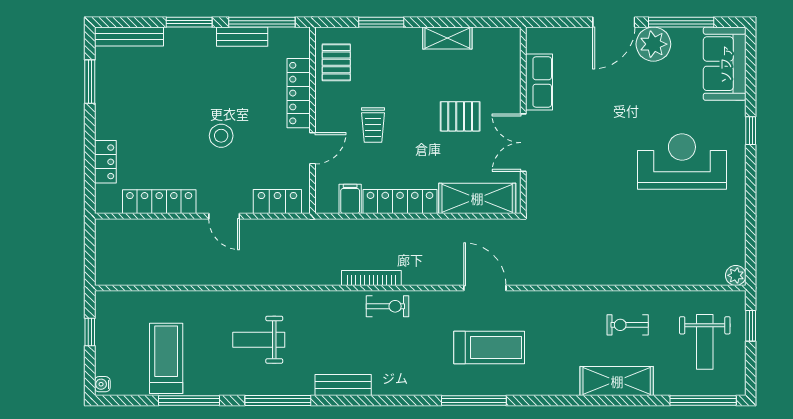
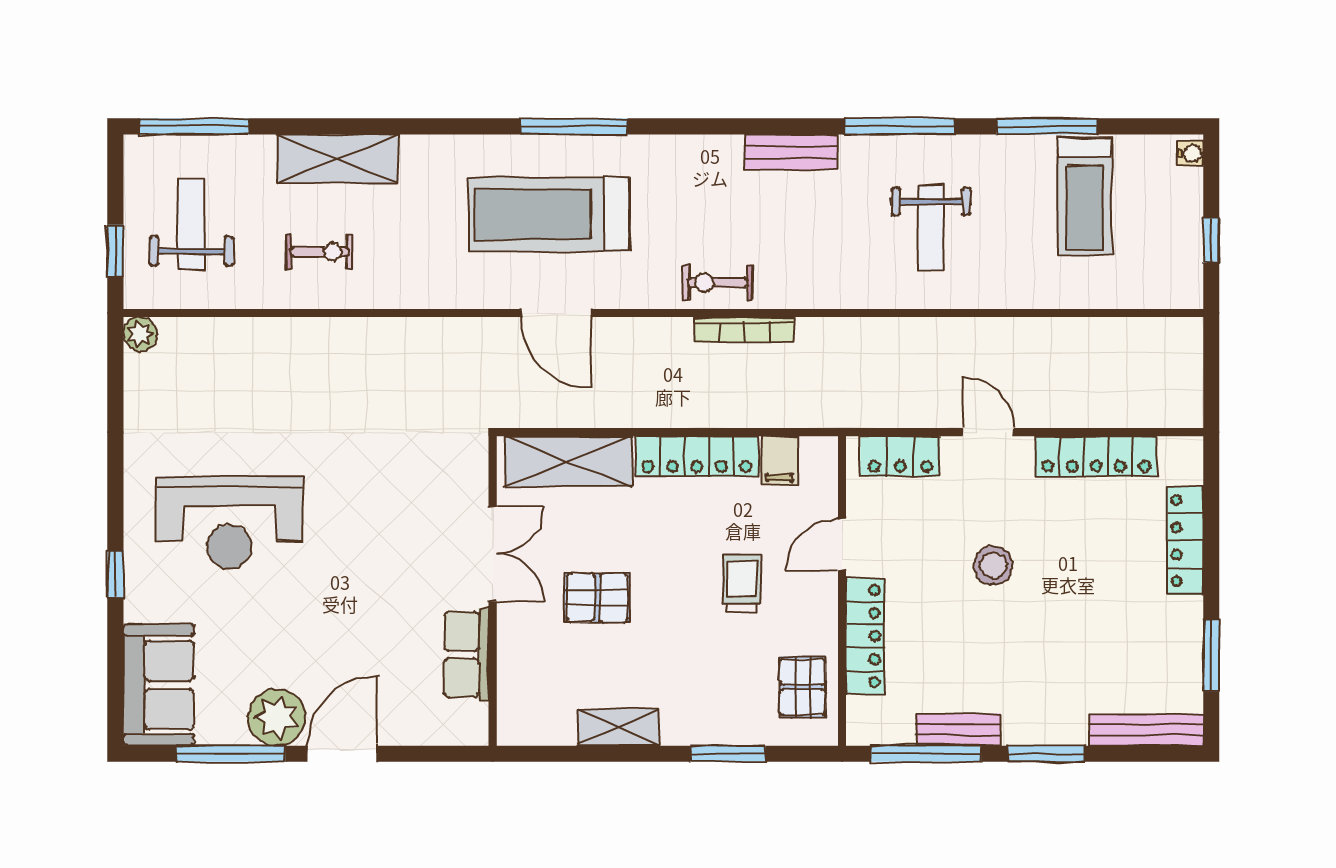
locker: (105, 162) -> (1185, 541), width x1.53
weight bench: (259, 340) -> (931, 227), turned 90
treadmill: (489, 347) -> (549, 214), width x1.37, depth x1.38

